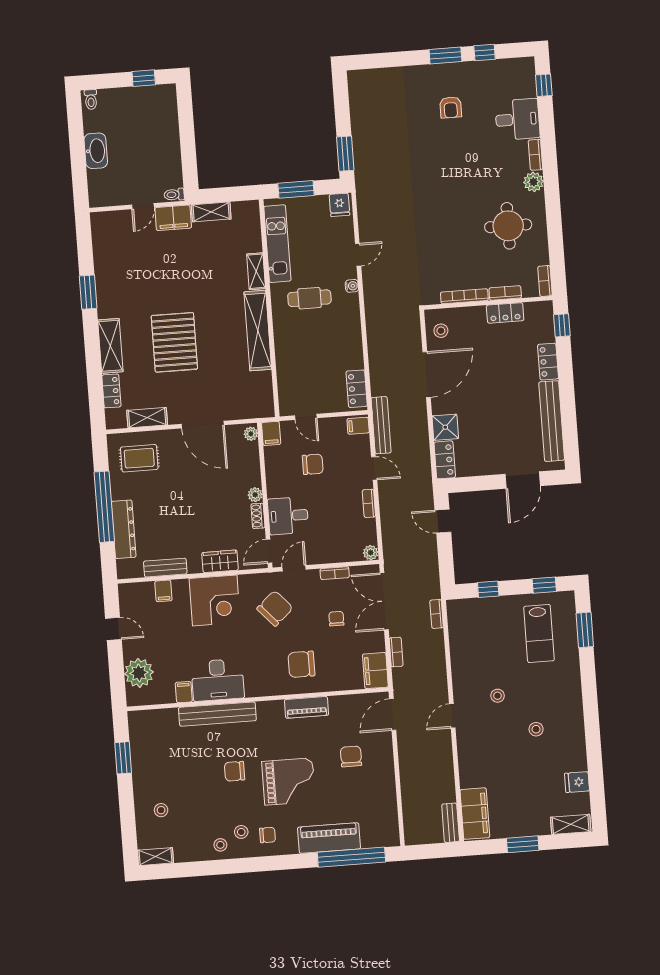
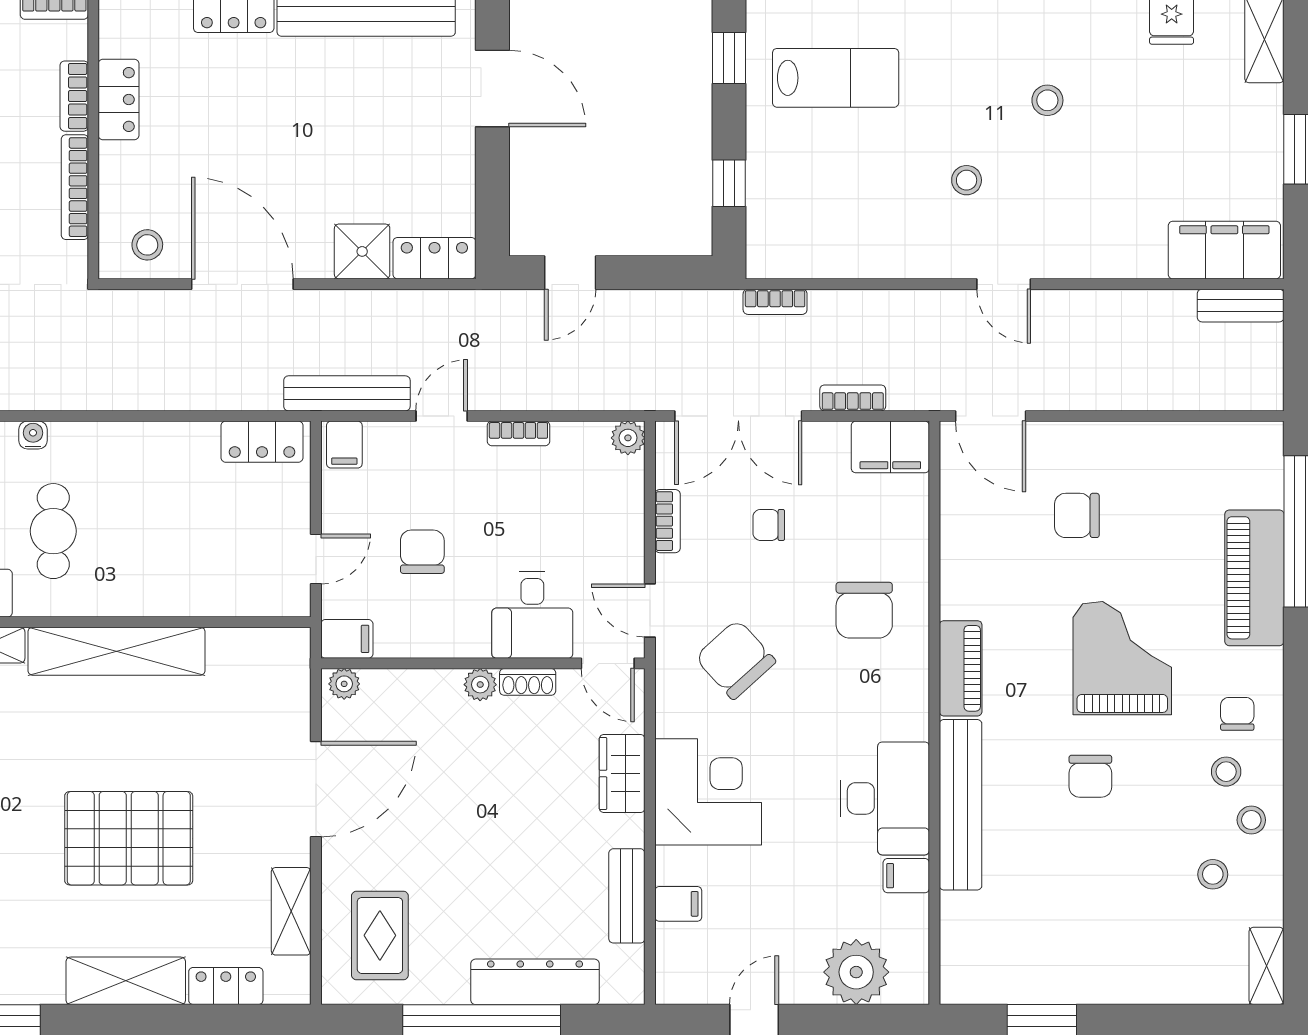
piano: (307, 707) -> (961, 668), moved
stool: (161, 810) -> (1213, 874), moved

